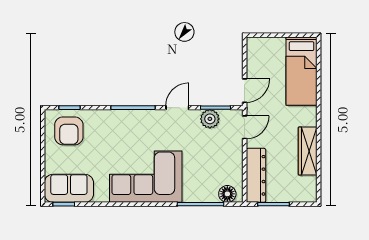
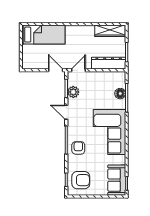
armchair: (120, 127) -> (78, 148), added
door: (245, 127) -> (79, 70), hinge flipped
wardrobe: (308, 151) -> (110, 31), moved
floor lamp: (227, 194) -> (120, 94), moved

